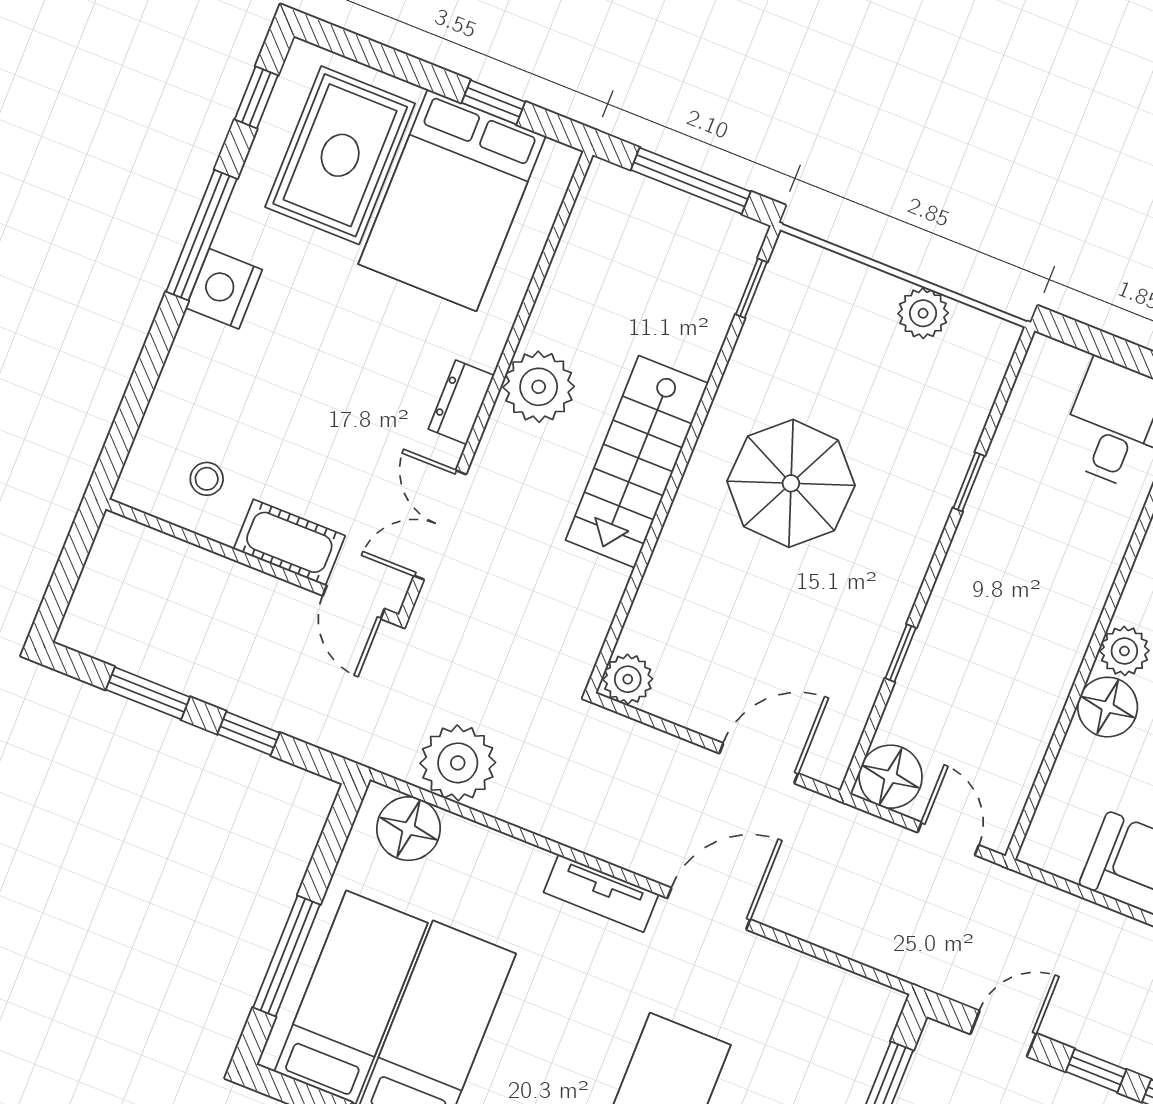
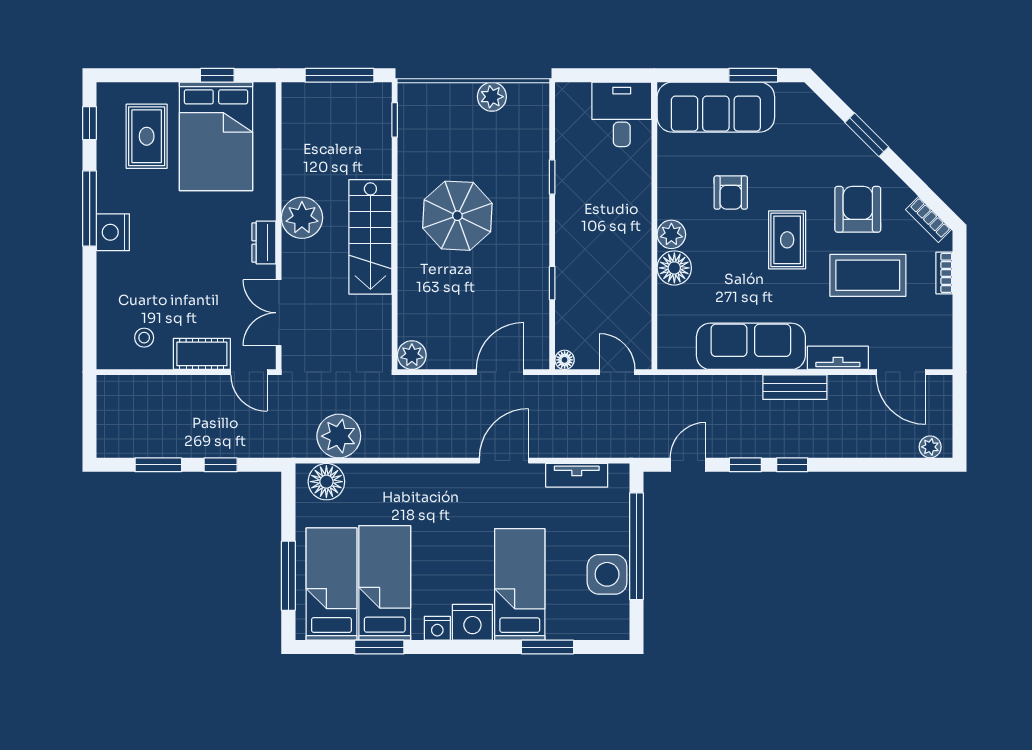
rug: (340, 155) -> (147, 136), width x0.73, depth x0.70
floor lamp: (891, 777) -> (565, 360), width x0.53, depth x0.53
tv unit: (601, 893) -> (577, 475), moved

